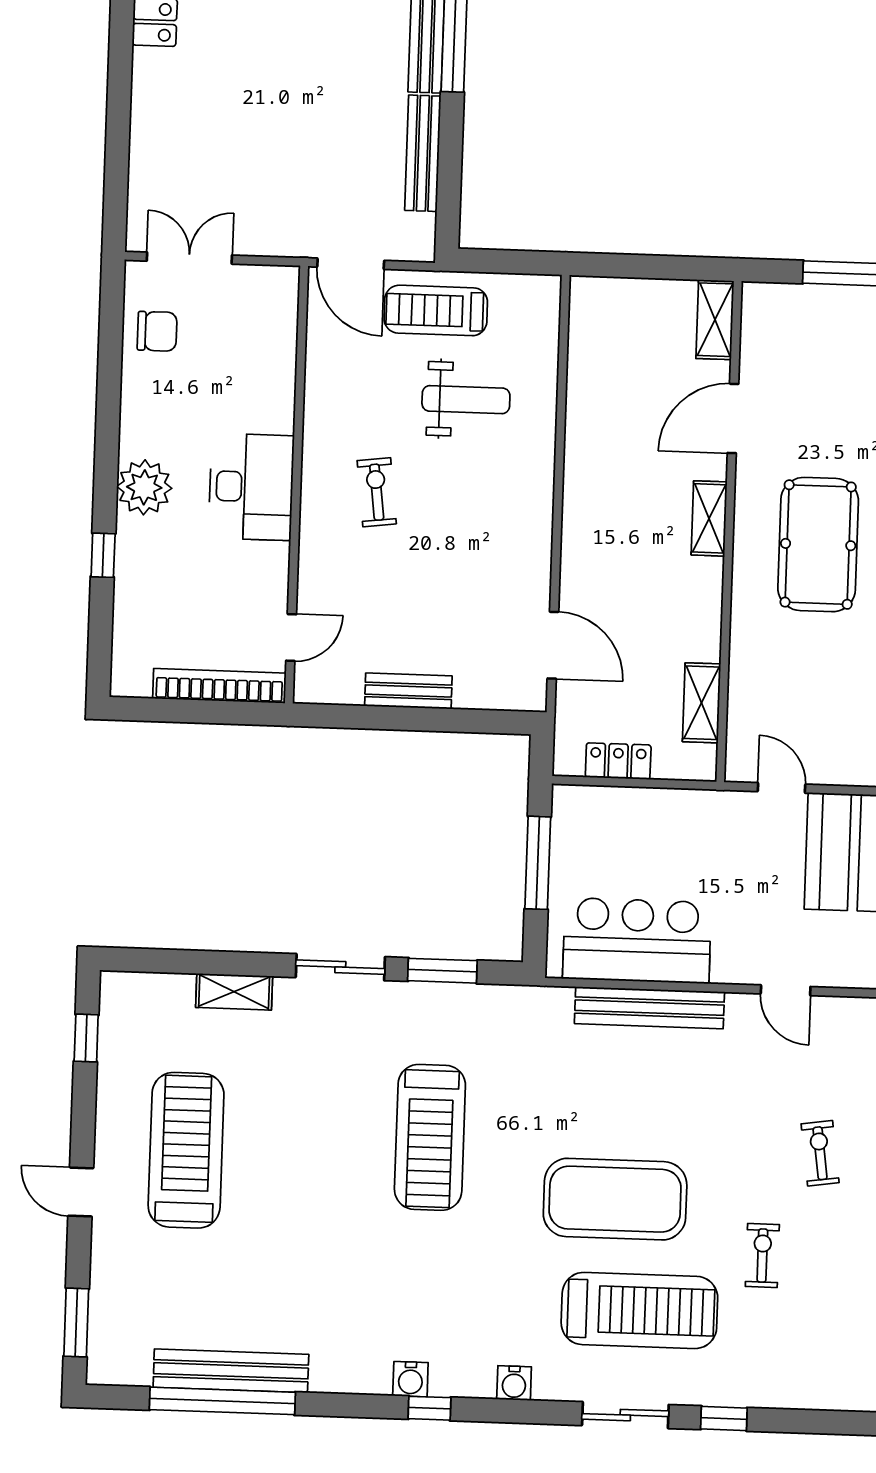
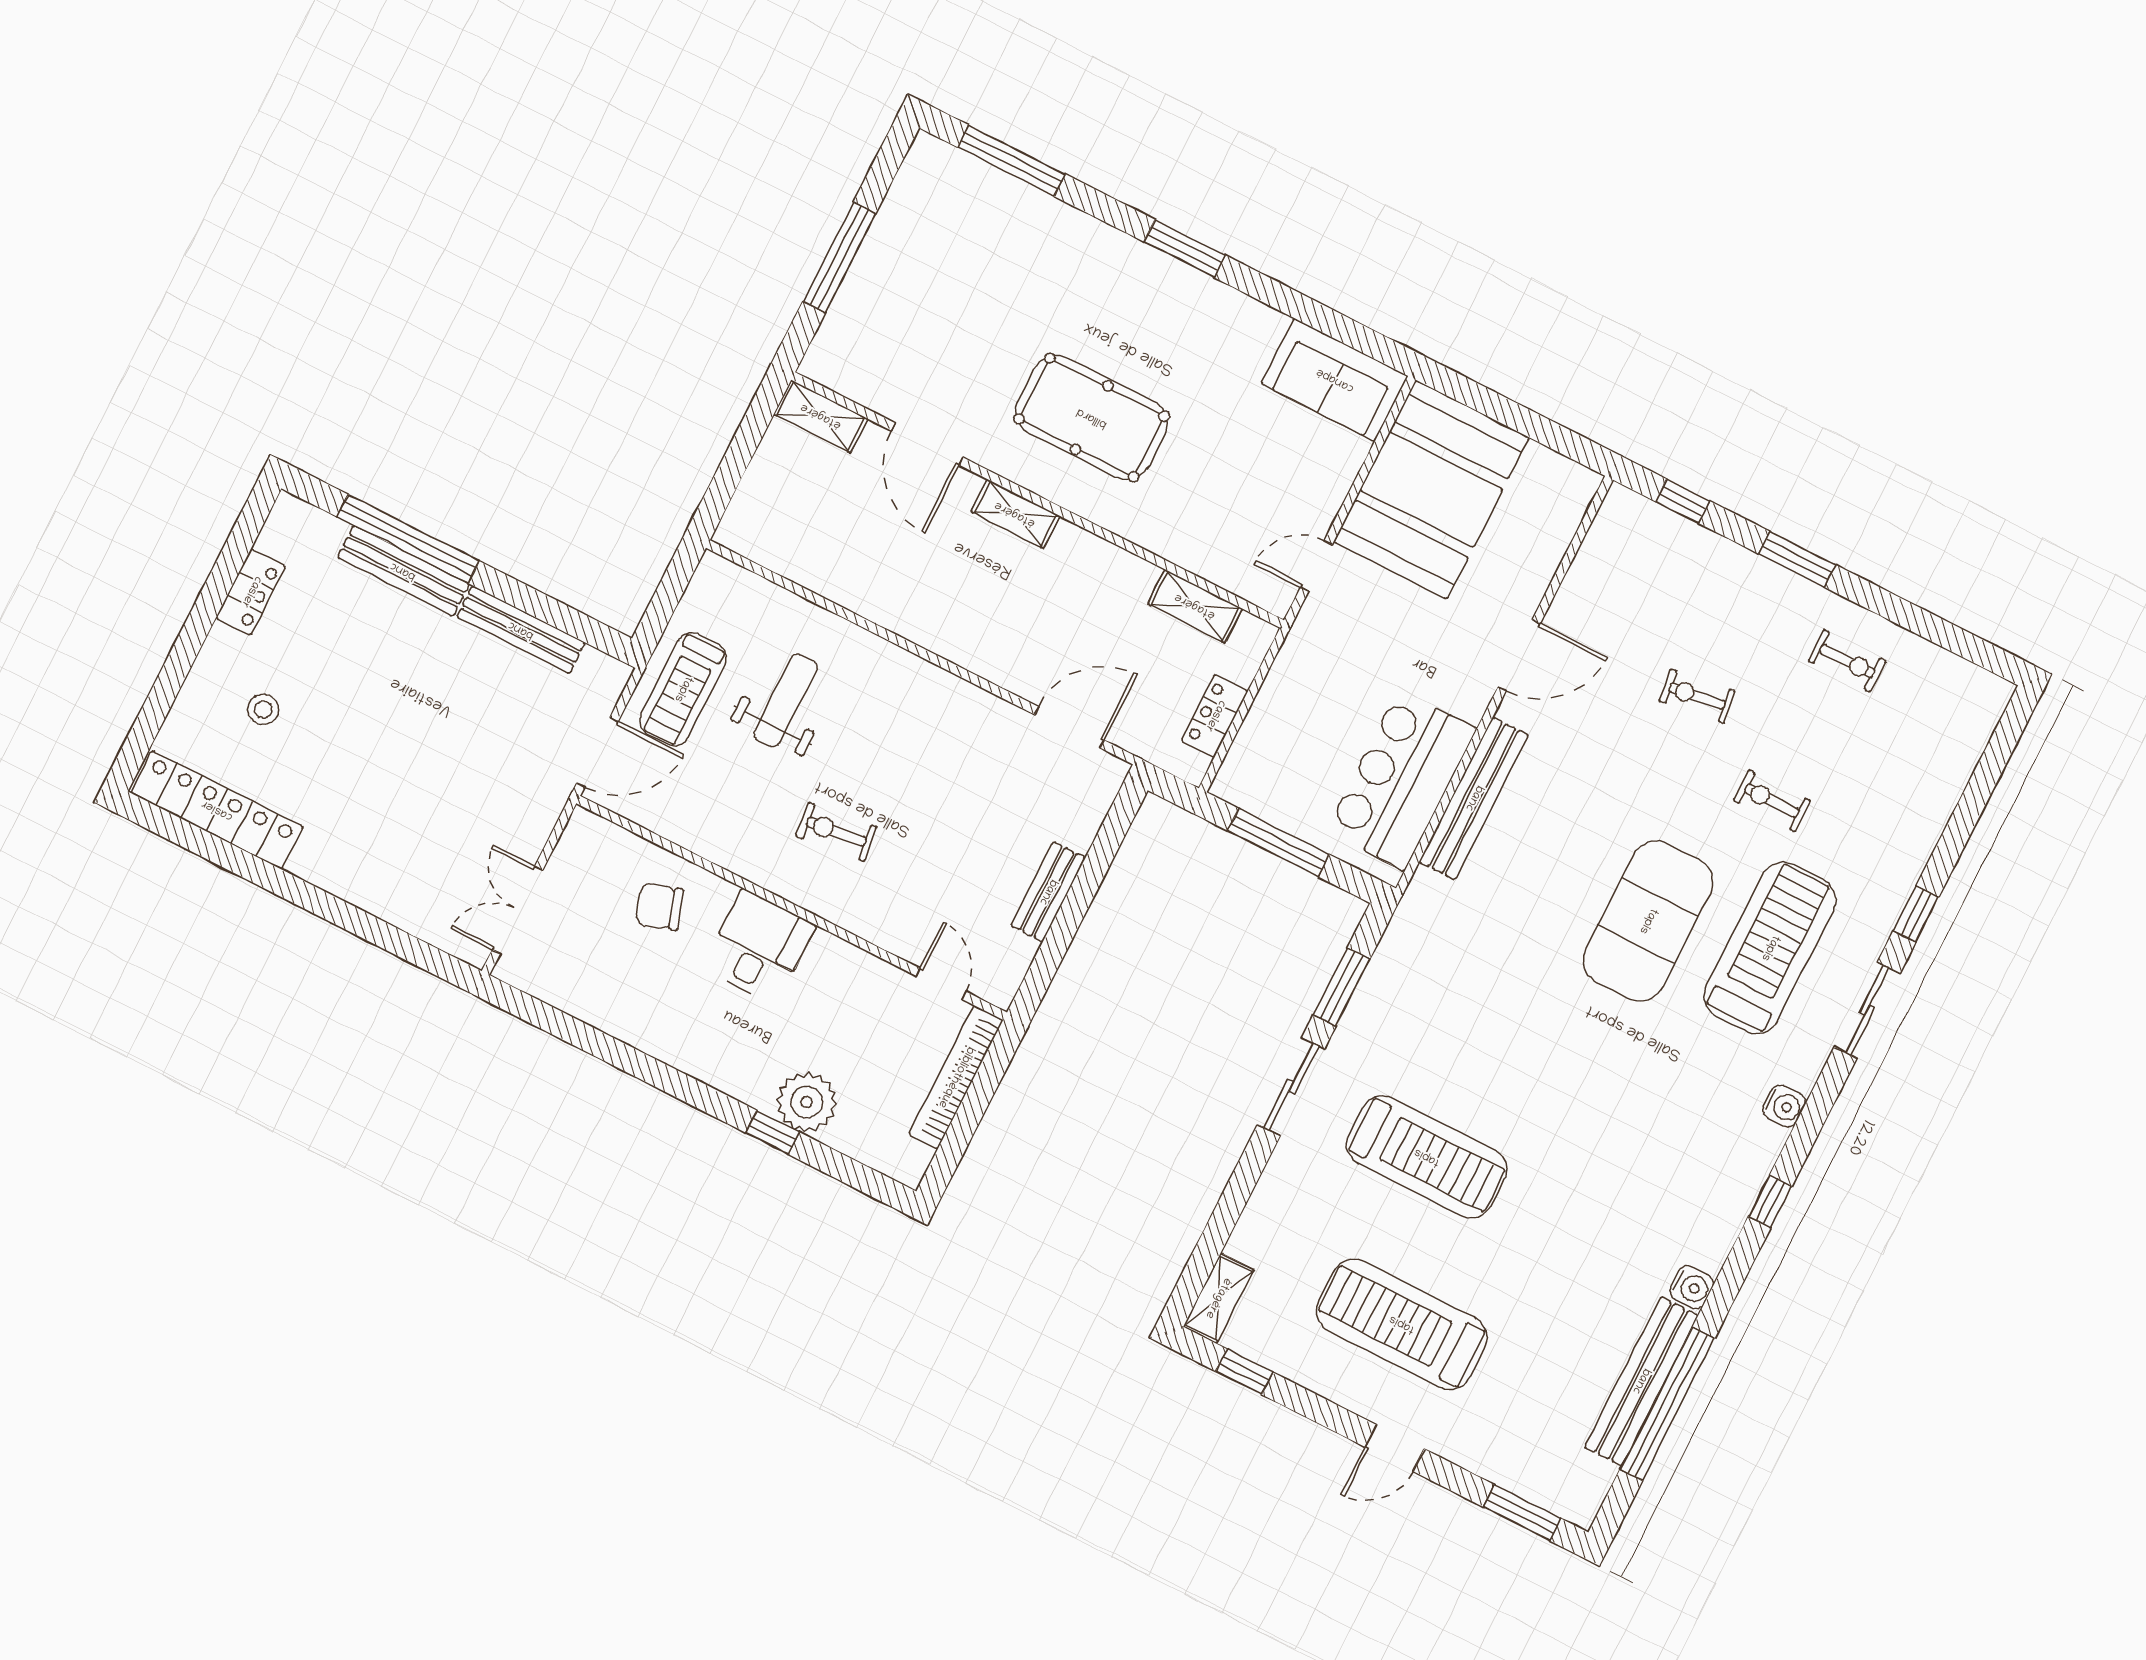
chair: (157, 331) -> (660, 907), moved, turned -108
plant: (144, 487) -> (807, 1102), moved
desk: (251, 487) -> (759, 947), width x0.73
door: (786, 990) -> (1519, 655), width x1.38
shelving: (234, 992) -> (1218, 1298), moved
treadmill: (430, 1137) -> (1427, 1157), moved
water cooler: (410, 1379) -> (1692, 1287), moved

